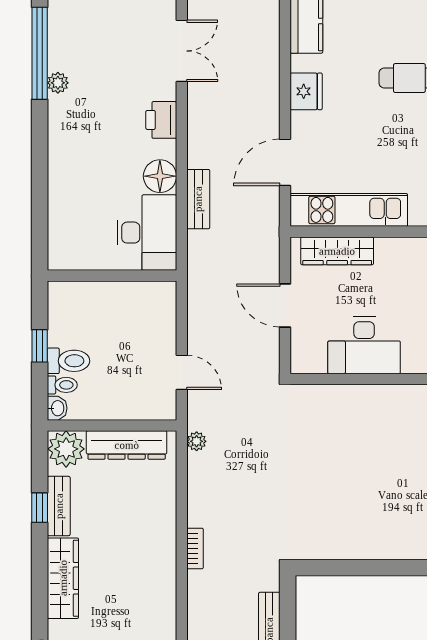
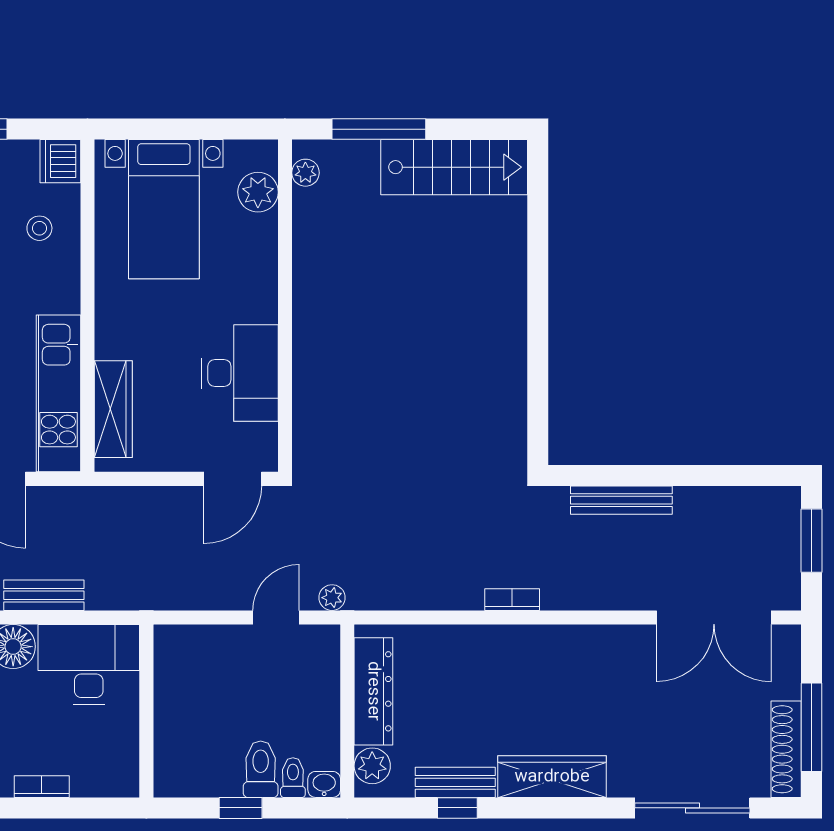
bookcase: (55, 197) -> (42, 787), added
door: (285, 306) -> (233, 479), moved
plant: (197, 441) -> (332, 598), moved
plant: (66, 449) -> (372, 766), width x0.73, depth x0.73

